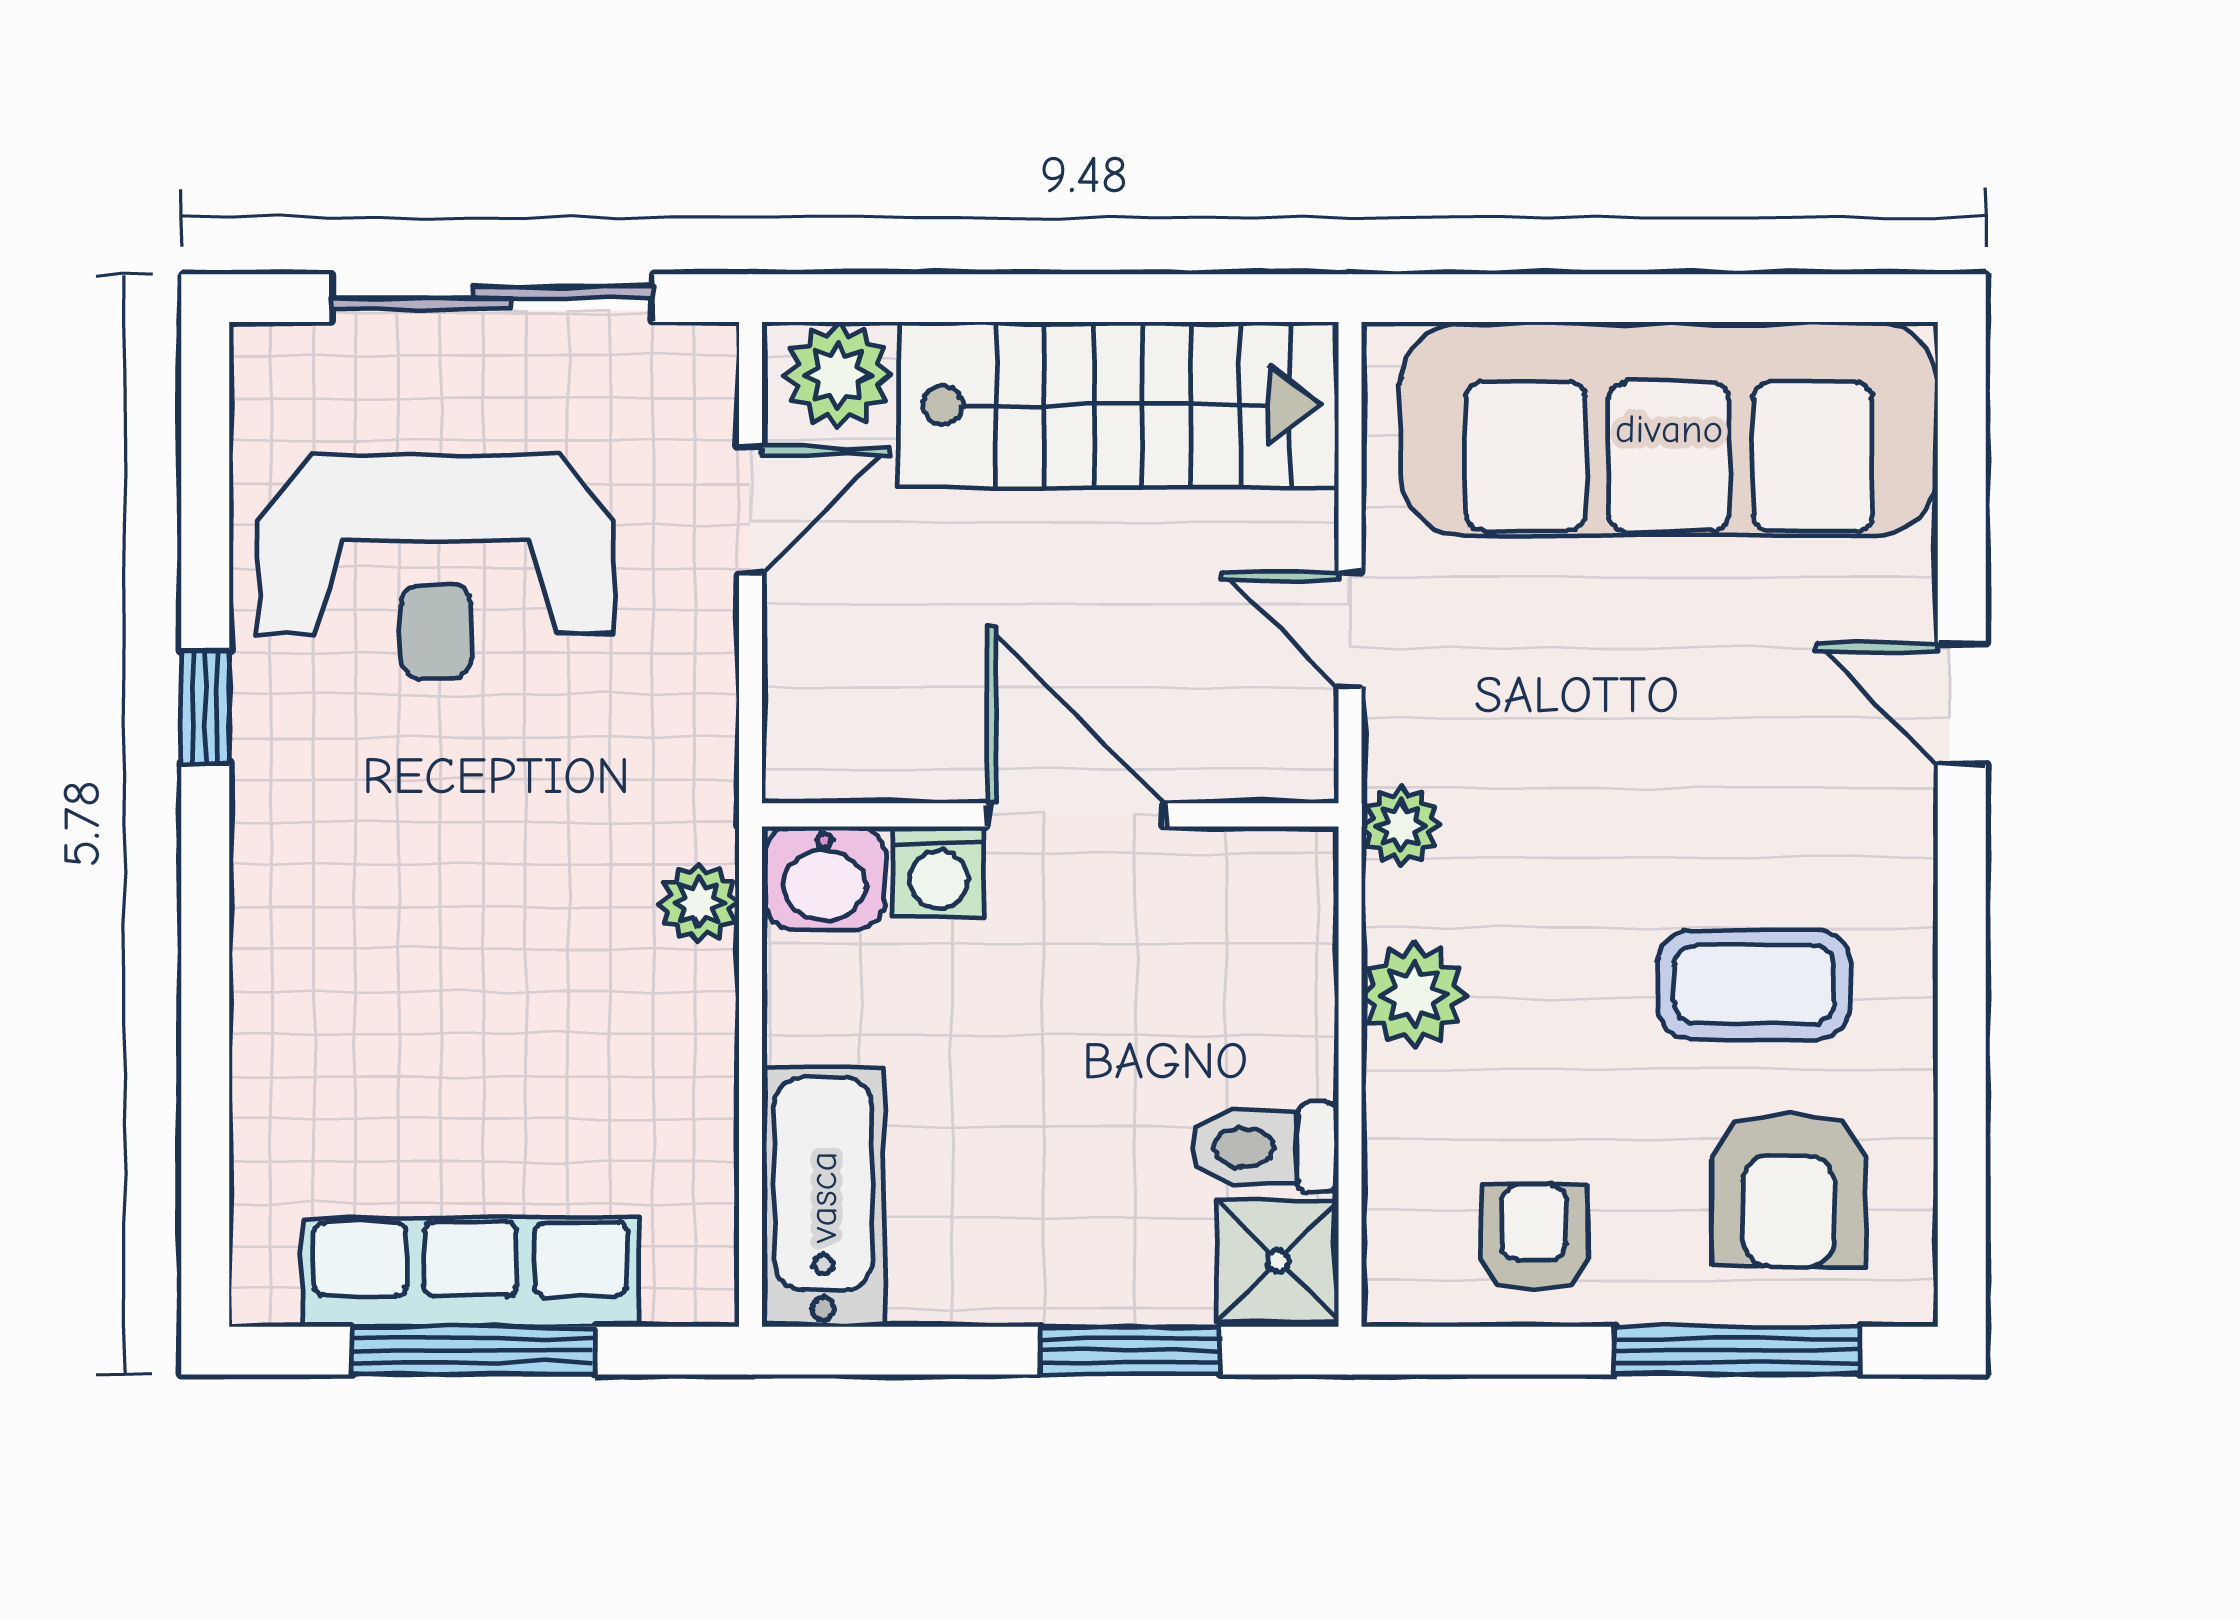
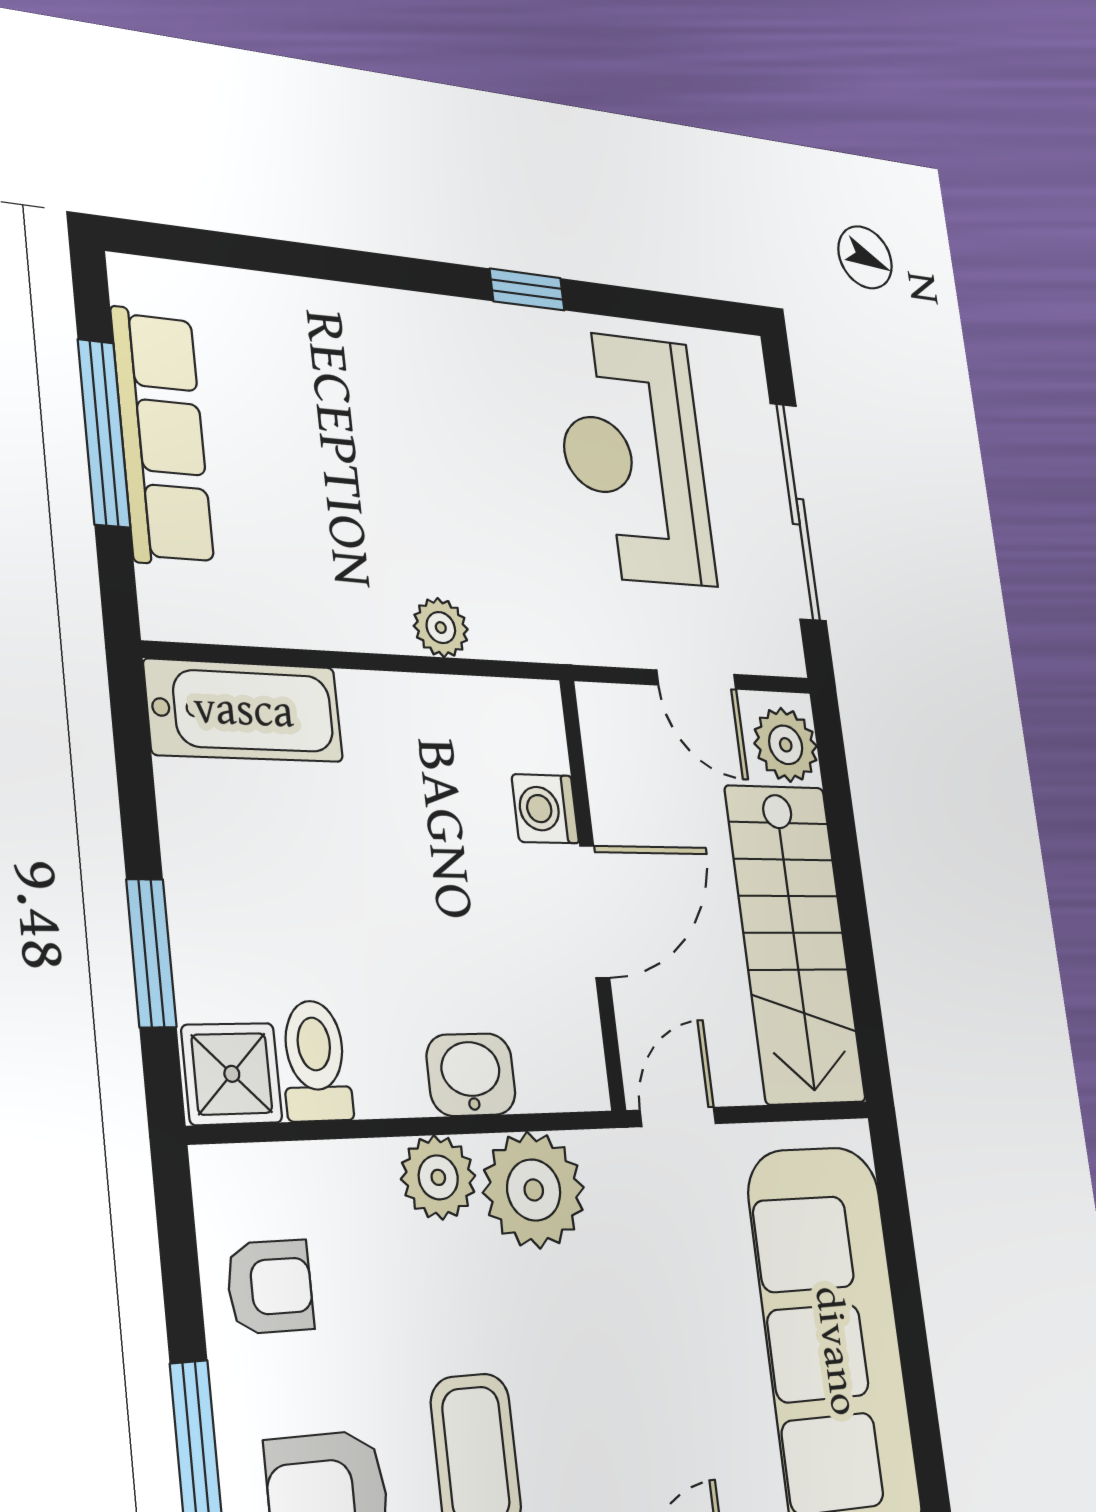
wall: (1050, 815) -> (592, 892), moved
door: (1076, 815) -> (595, 912), moved
plant: (1401, 826) -> (534, 1190), width x1.87, depth x1.87
washing machine: (939, 872) -> (545, 809), moved
washbasin: (824, 878) -> (471, 1075), moved, turned 90

